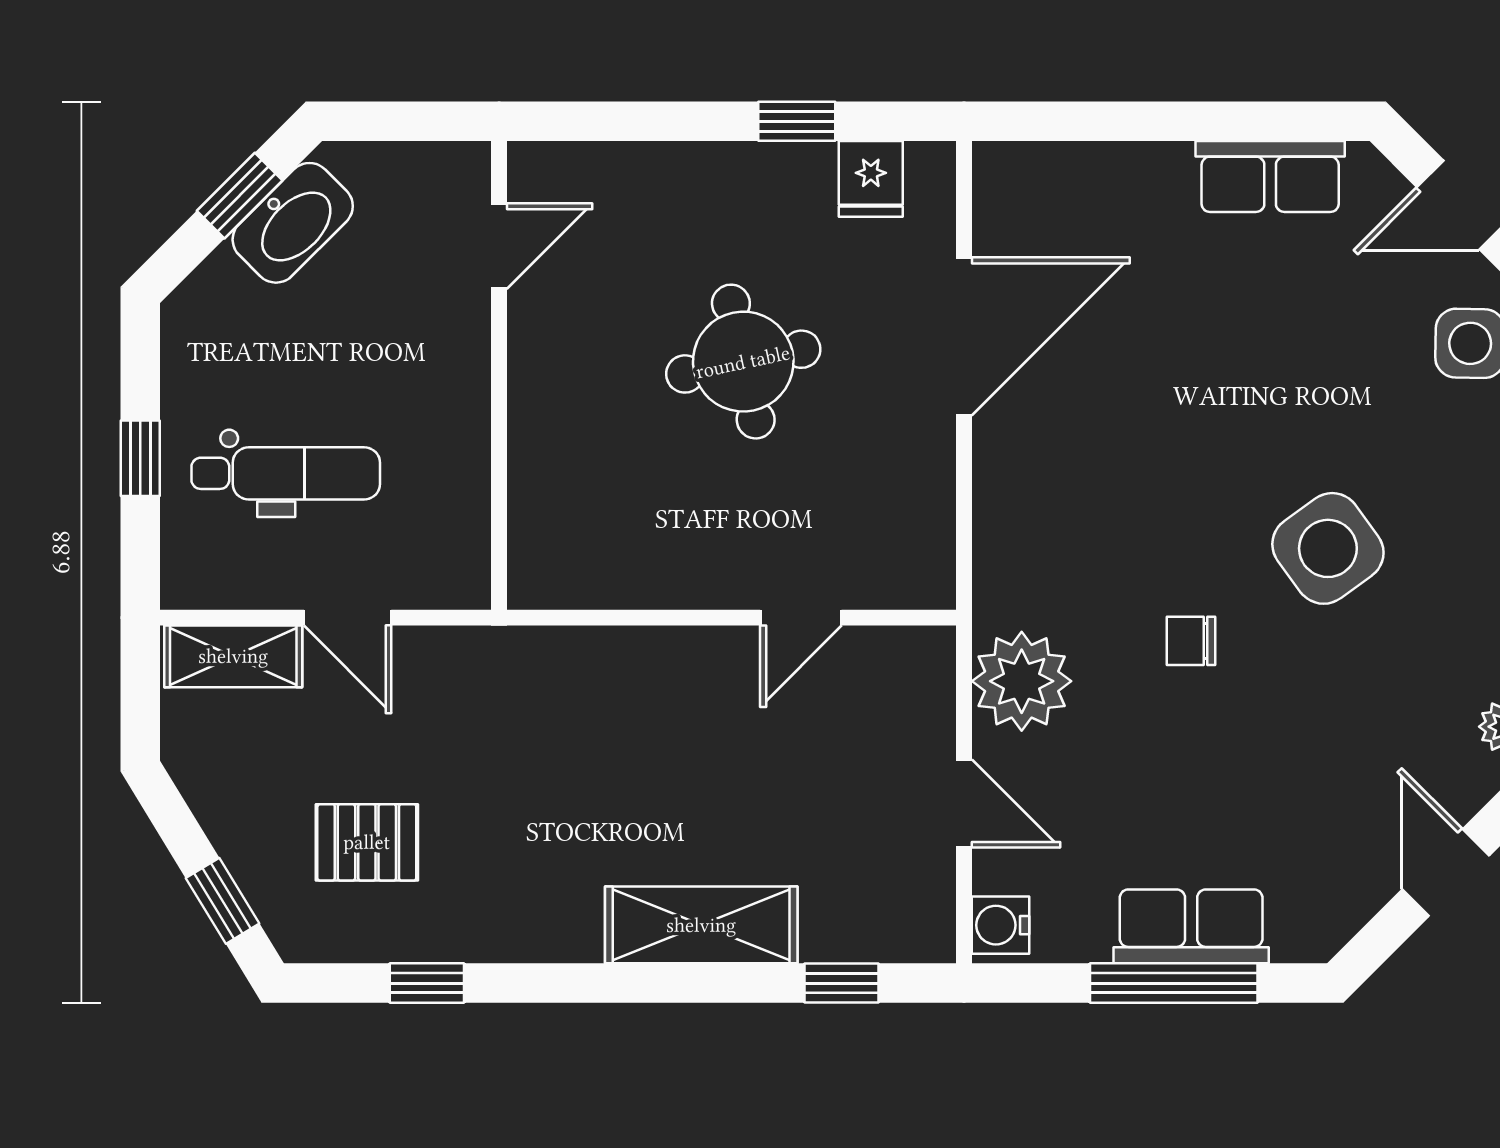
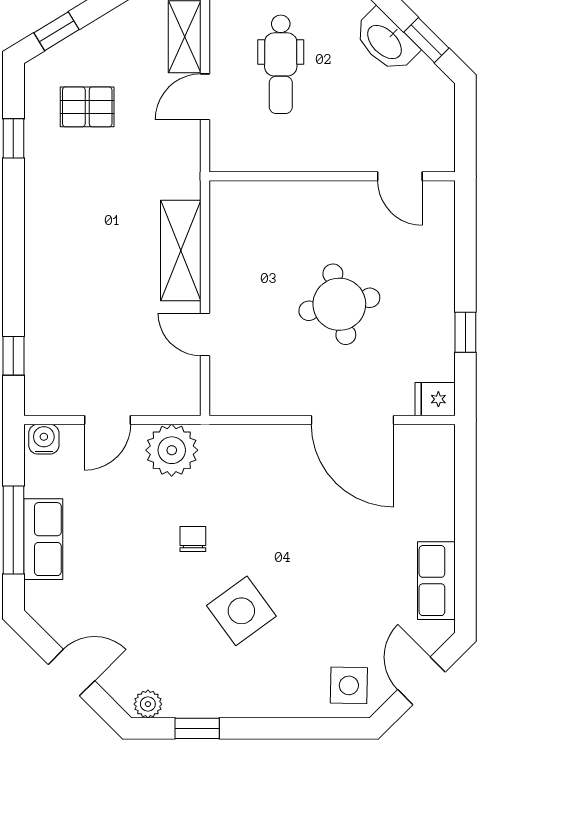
fridge: (871, 179) -> (435, 399), moved
washbasin: (293, 223) -> (385, 41), moved
pallet: (367, 842) -> (87, 107), turned 90
shelving: (701, 925) -> (181, 251), moved

